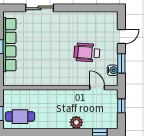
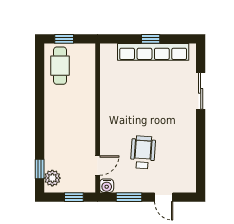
water cooler: (113, 70) -> (107, 186), moved
plant: (76, 122) -> (52, 178), moved

